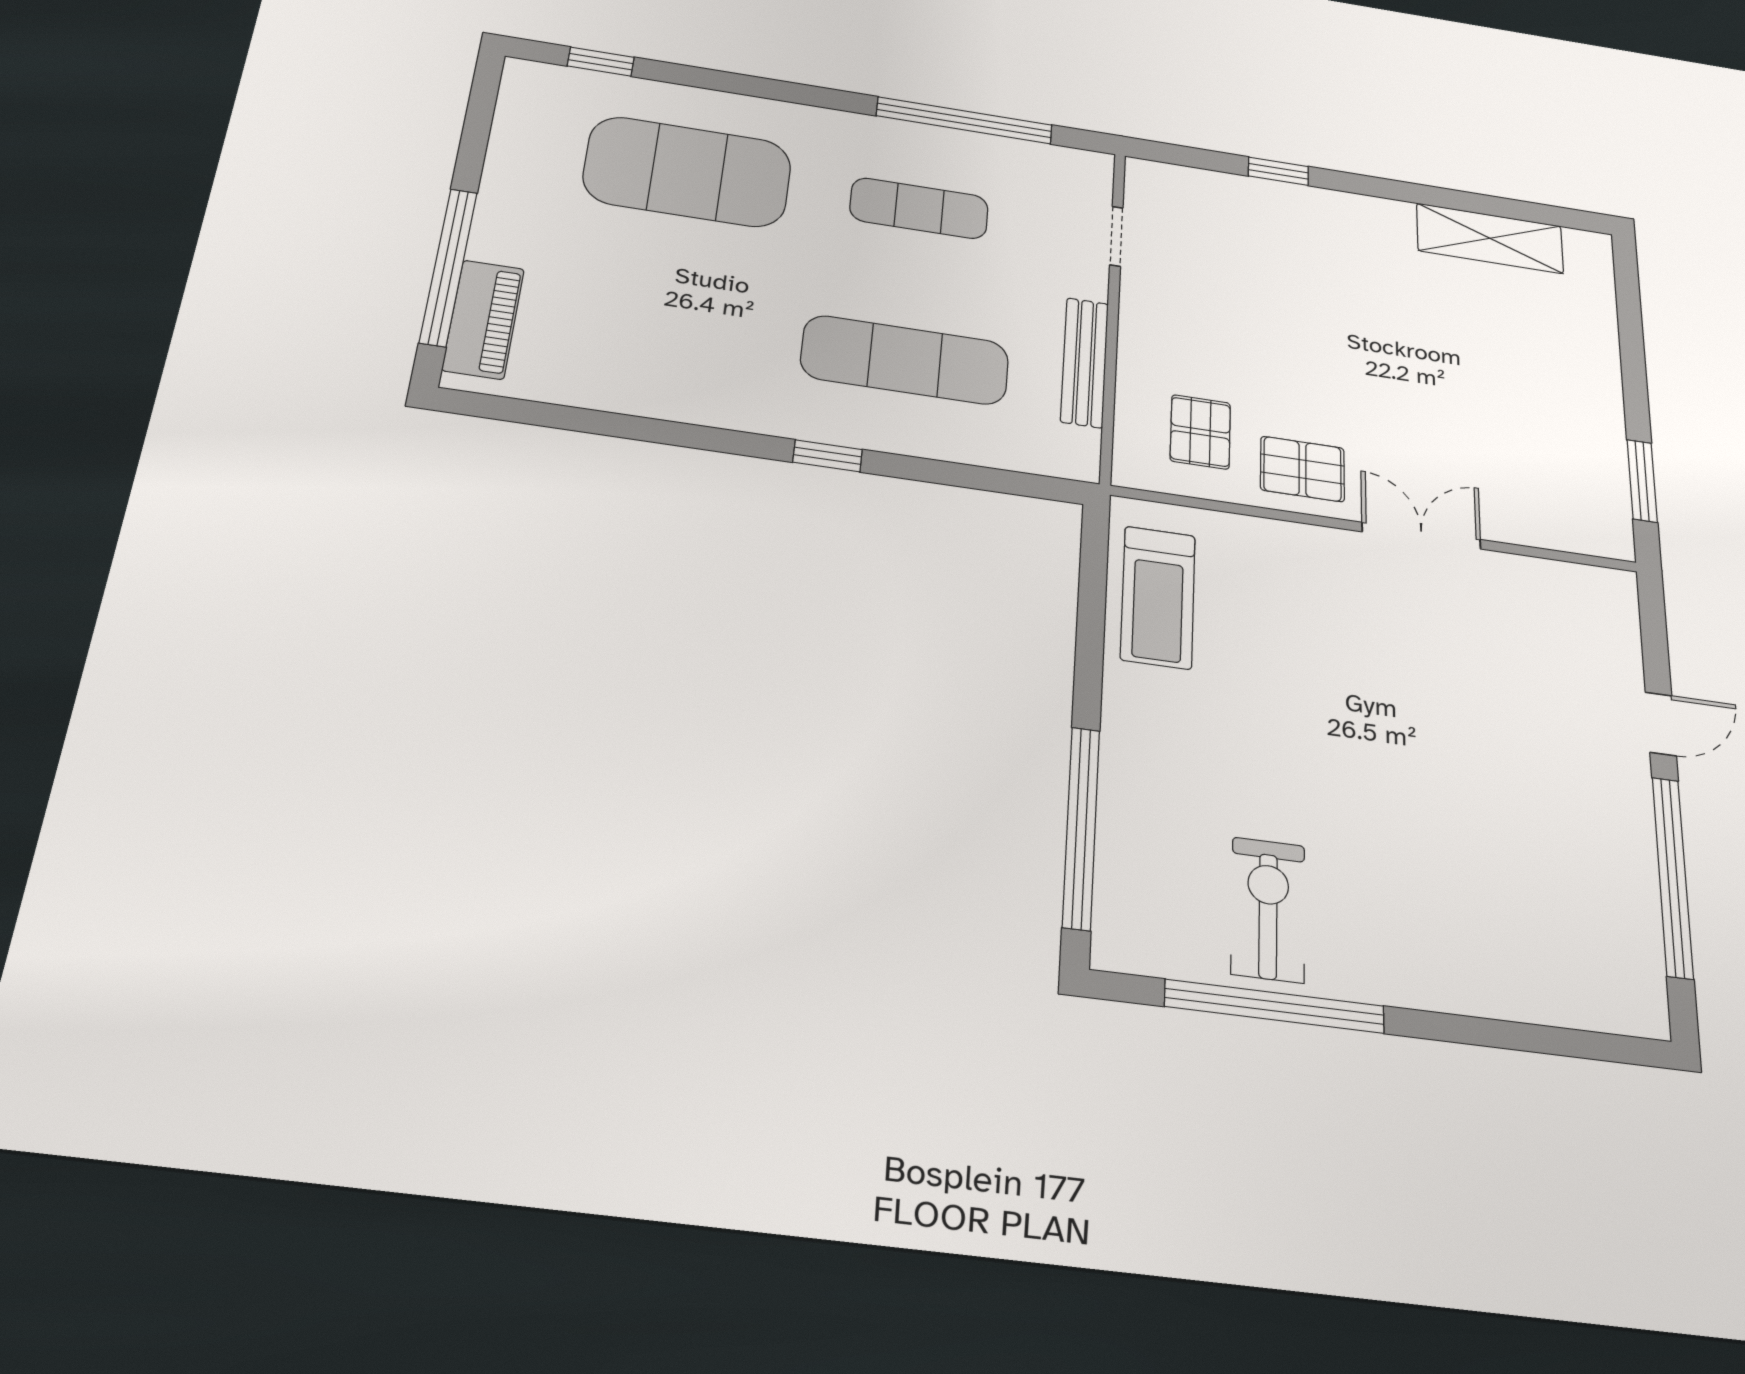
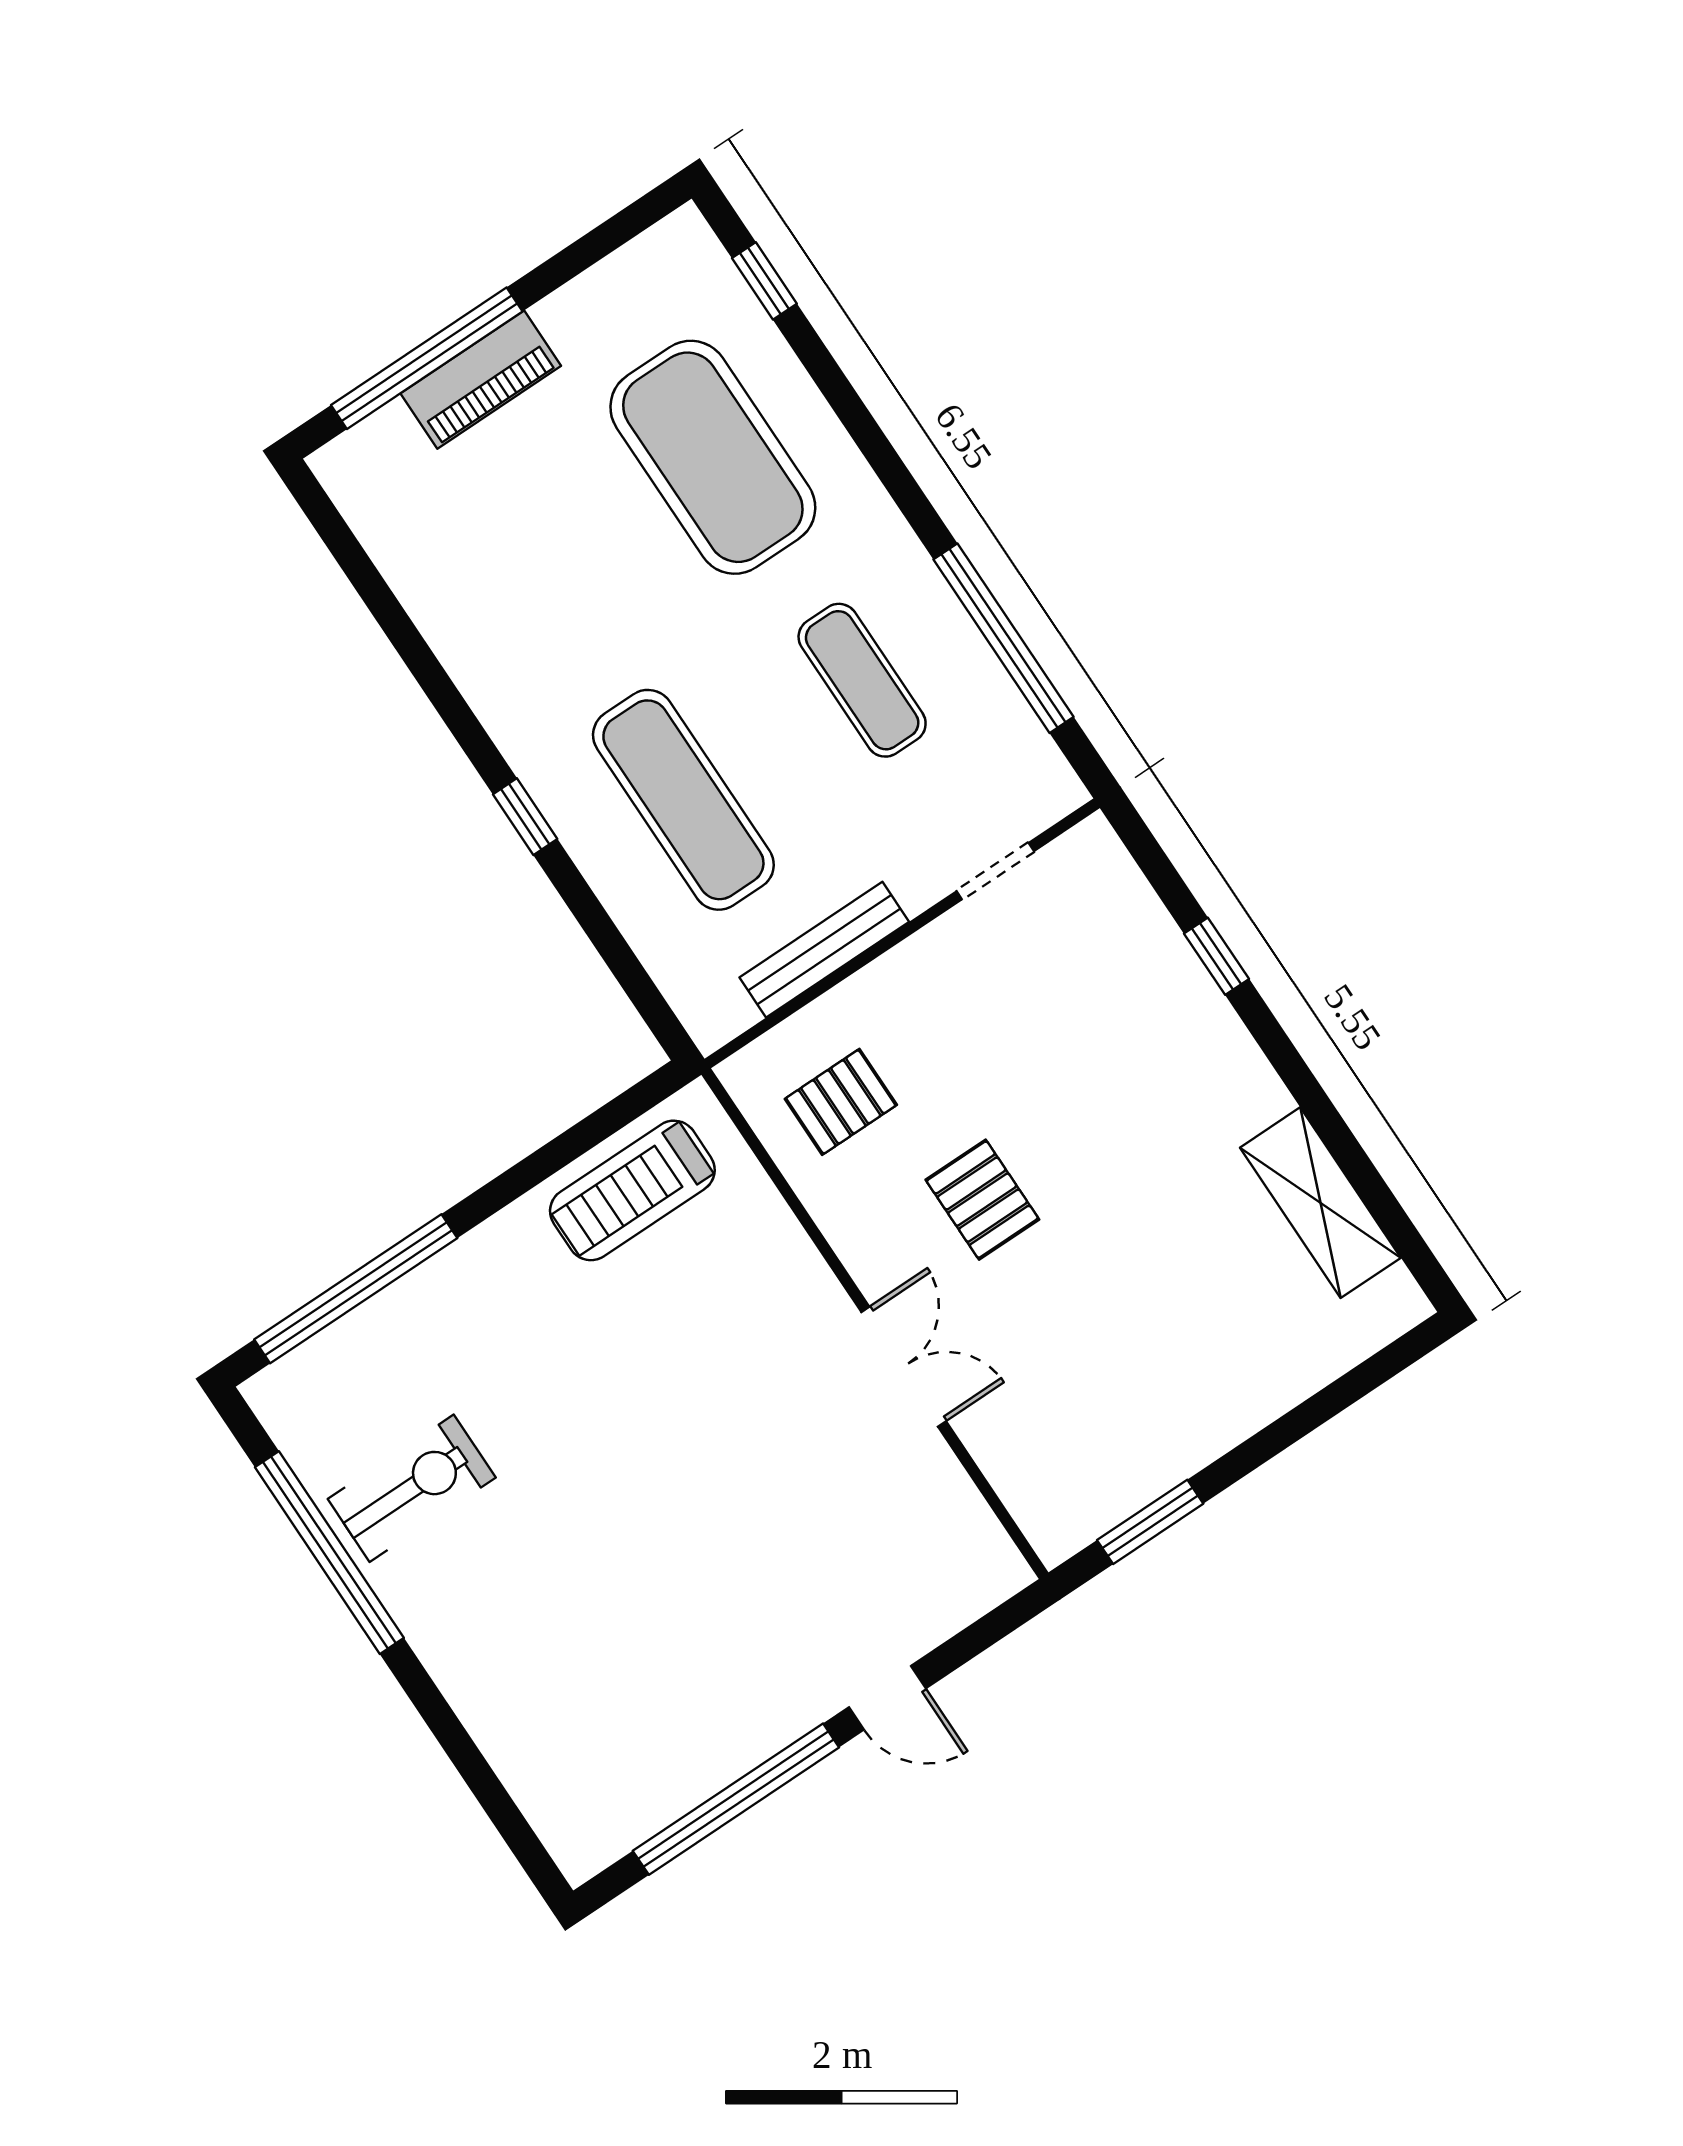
piano: (483, 319) -> (481, 380), moved
pallet: (1302, 469) -> (982, 1200), moved

